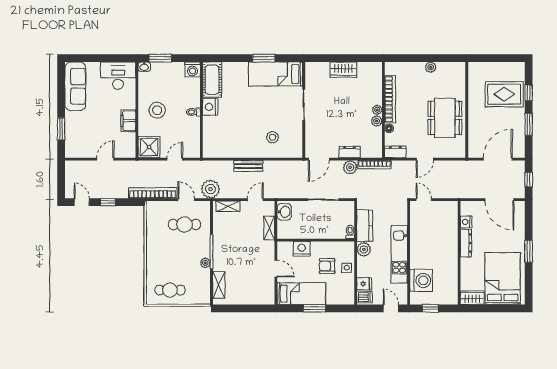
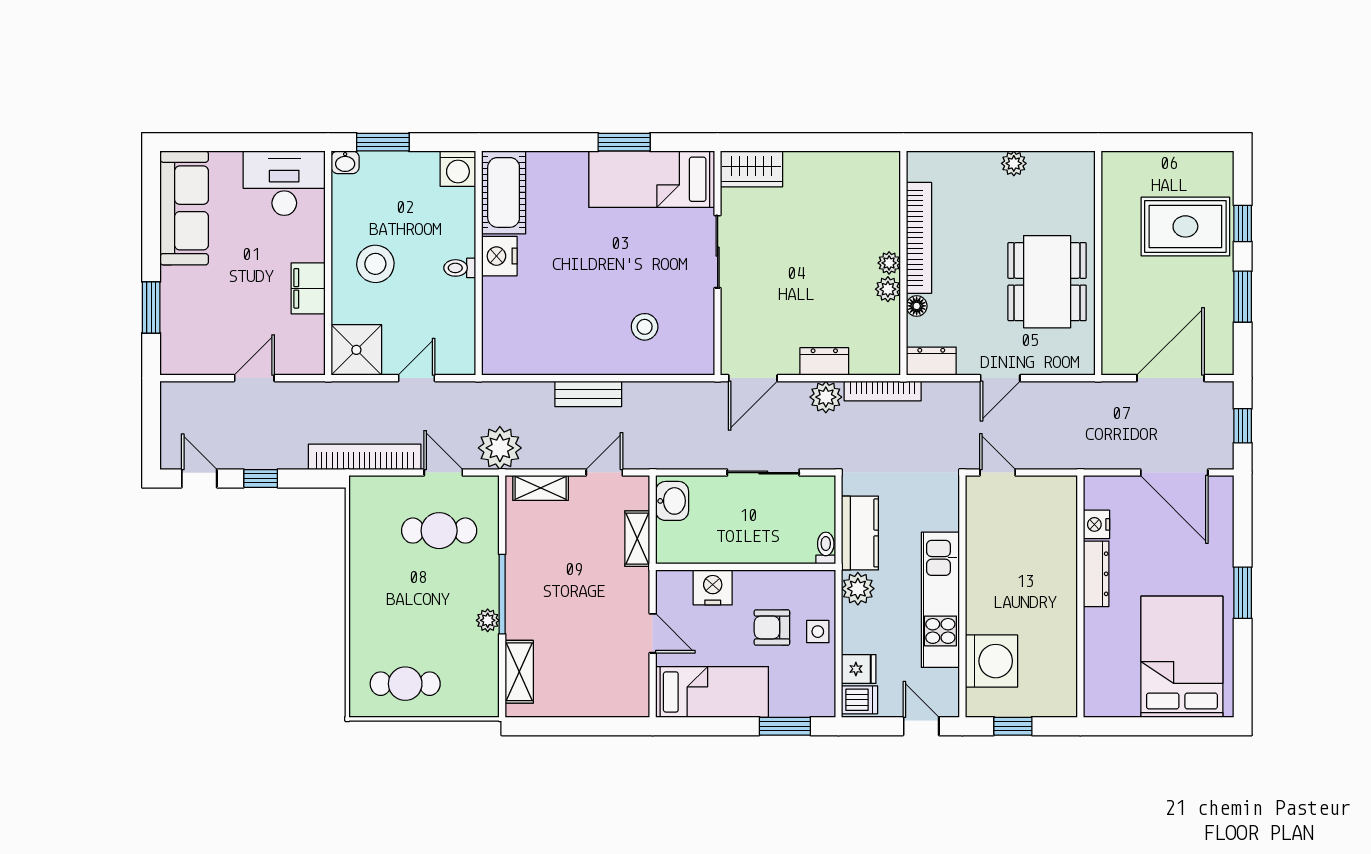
wardrobe: (343, 70) -> (752, 169), moved
wardrobe: (472, 298) -> (1111, 701), removed
window: (314, 308) -> (785, 726), moved

